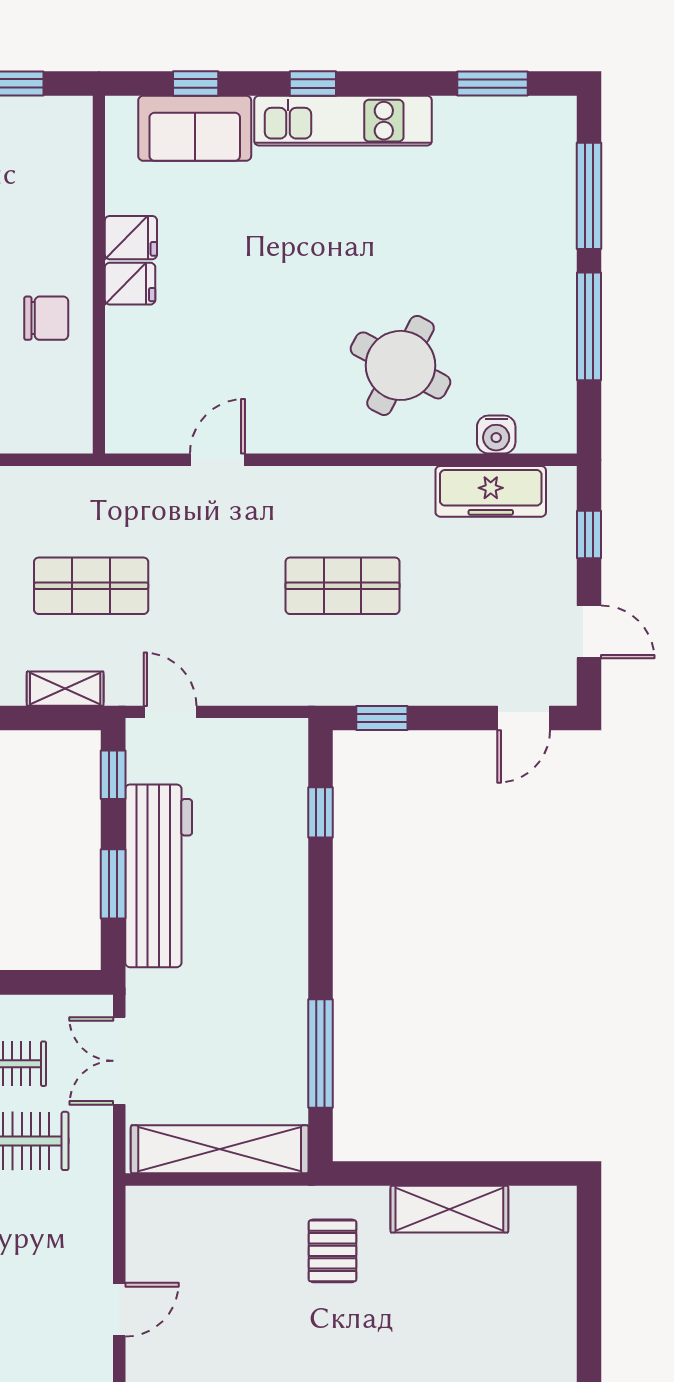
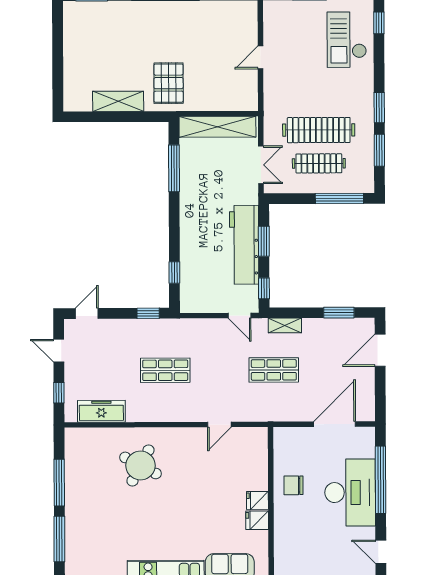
water cooler: (496, 435) -> (99, 436), removed
pallet: (332, 1251) -> (169, 83), width x1.50, depth x1.42

